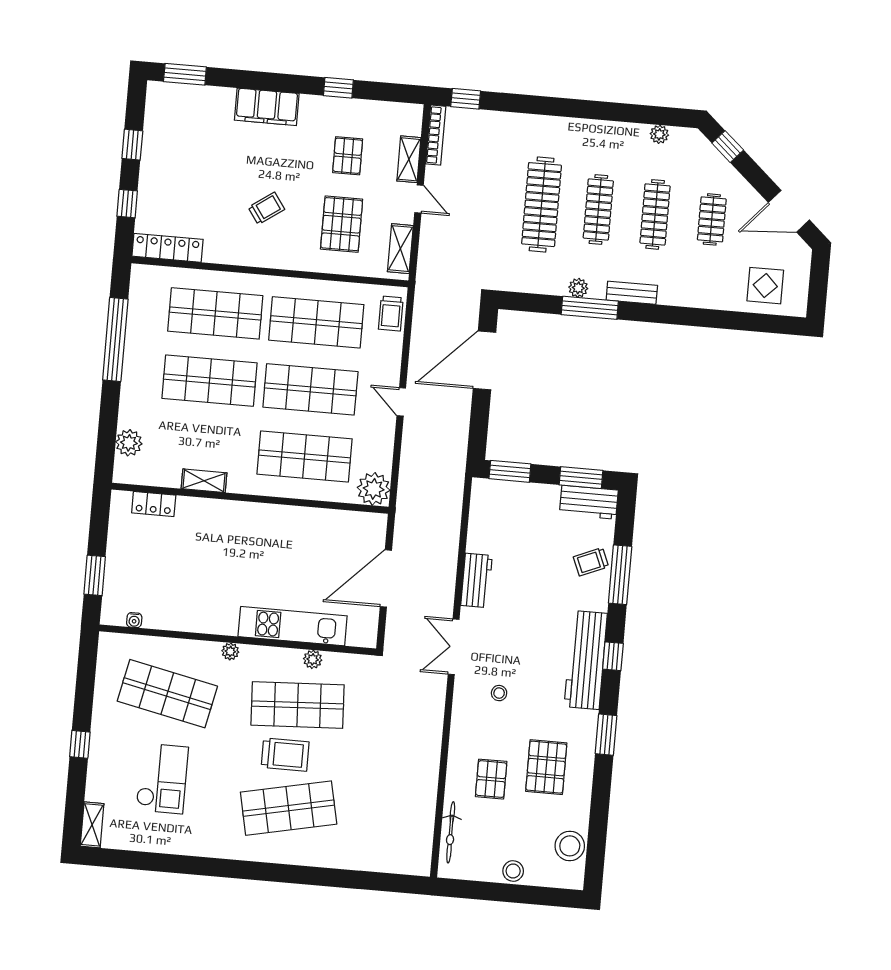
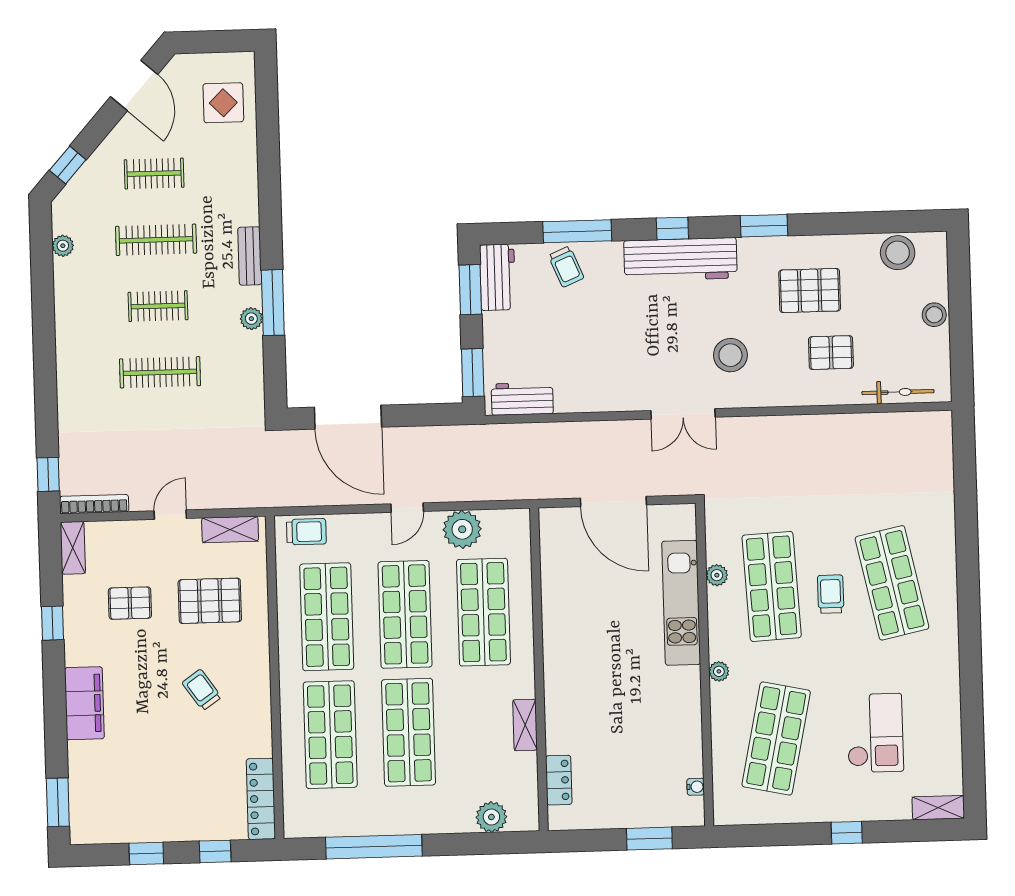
shelving: (409, 159) -> (73, 548), moved, turned 90
clothes rail: (542, 205) -> (160, 372), width x0.73, depth x0.76
clothes rail: (598, 209) -> (158, 306), width x0.73
plant: (374, 489) -> (462, 529), moved
workbench: (477, 580) -> (522, 399), moved
stool: (499, 693) -> (730, 355), width x1.89, depth x1.89
trolley: (285, 755) -> (831, 594), width x0.73, depth x0.72
checkout: (162, 778) -> (875, 733), turned 90

